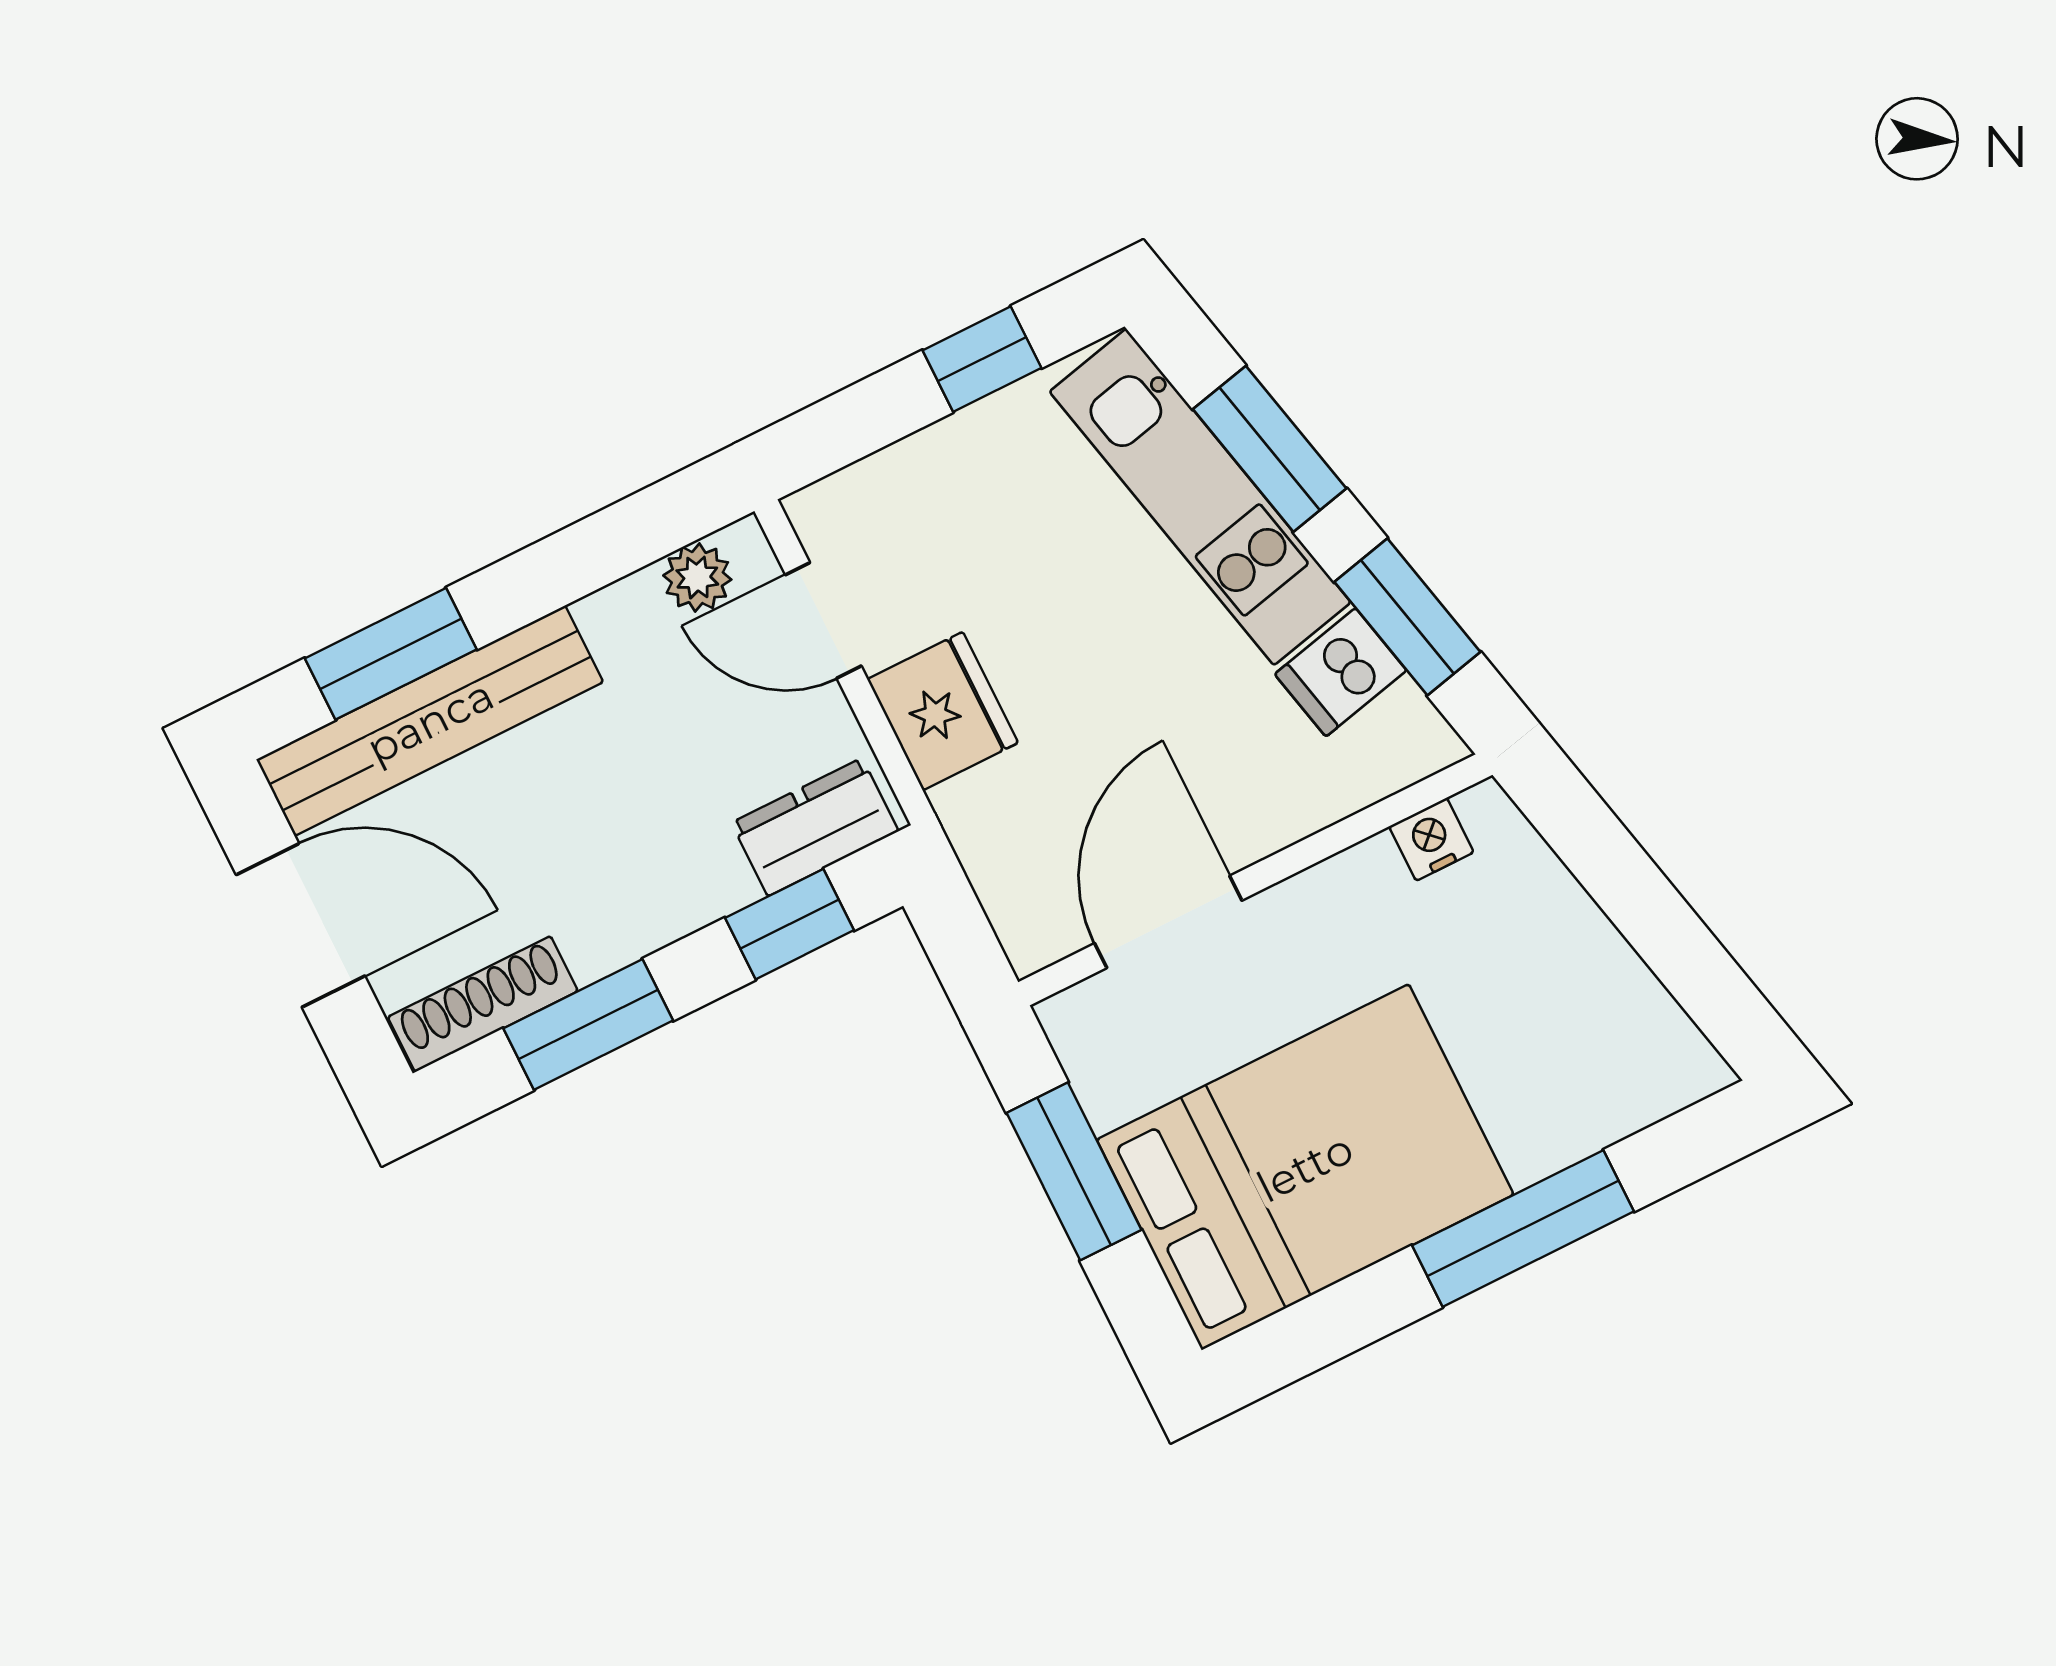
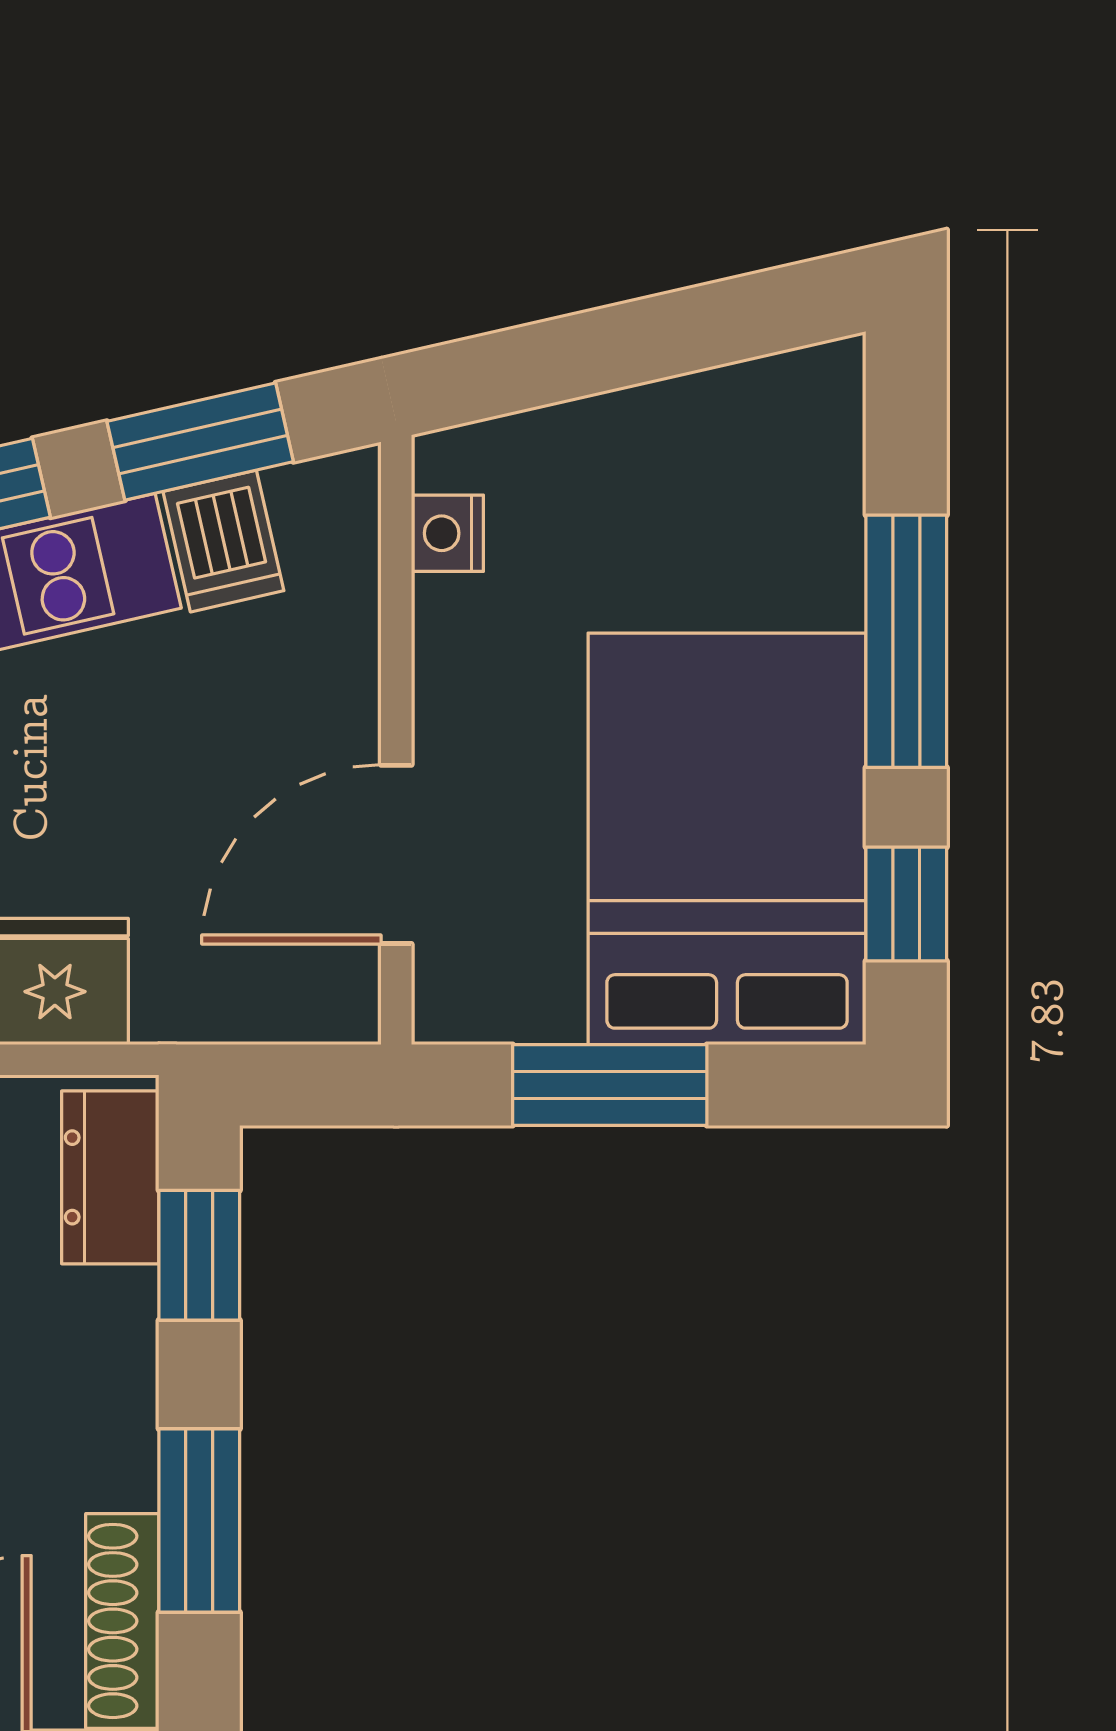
door: (1168, 922) -> (396, 854), hinge flipped
window: (1324, 1328) -> (906, 904), added

